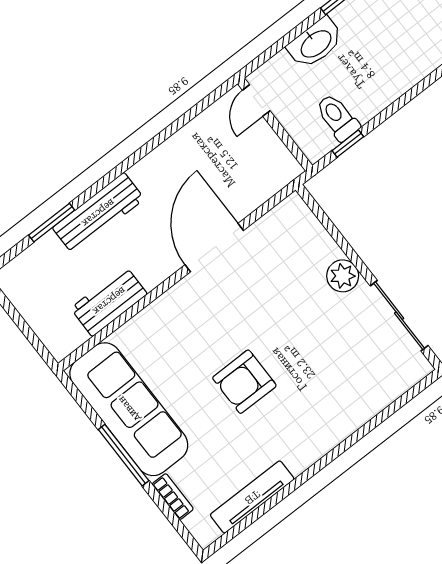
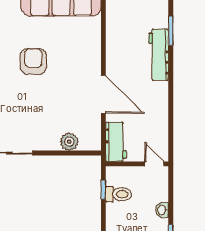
washbasin: (315, 43) -> (162, 210), width x0.52, depth x0.69
plant: (343, 276) -> (69, 142), moved
workbench: (109, 301) -> (116, 142), moved

